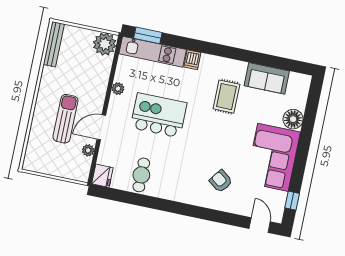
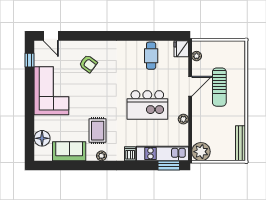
plant: (228, 64) -> (102, 156), added
floor lamp: (293, 119) -> (42, 138), moved
plant: (88, 150) -> (197, 56), moved

